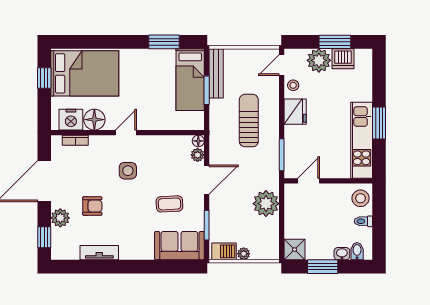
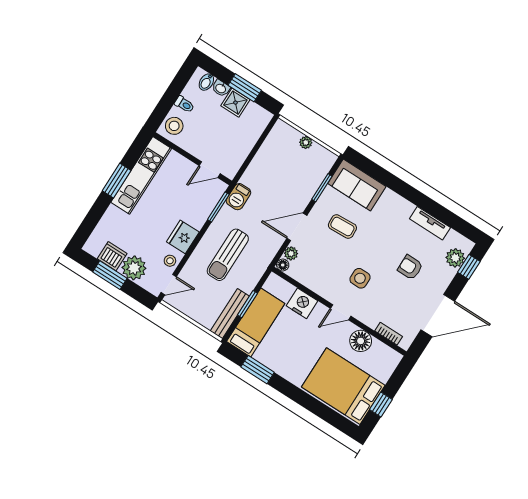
nightstand: (71, 120) -> (302, 303), moved
plant: (266, 204) -> (259, 174), removed
plant: (60, 218) -> (455, 258), moved
shower: (295, 250) -> (235, 103), moved
barbecue: (224, 251) -> (238, 197), moved, turned -90

